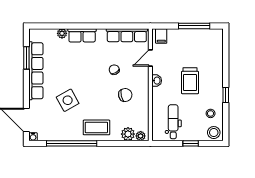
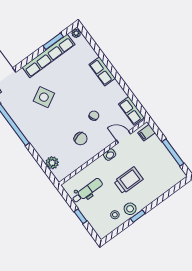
plant: (62, 33) -> (76, 33), moved
row of seats: (127, 35) -> (131, 111), width x0.68
trolley: (190, 81) -> (128, 180), turned 180
coffee table: (96, 127) -> (39, 135), removed
stool: (214, 133) -> (130, 209), moved
plant: (141, 136) -> (58, 174), removed

